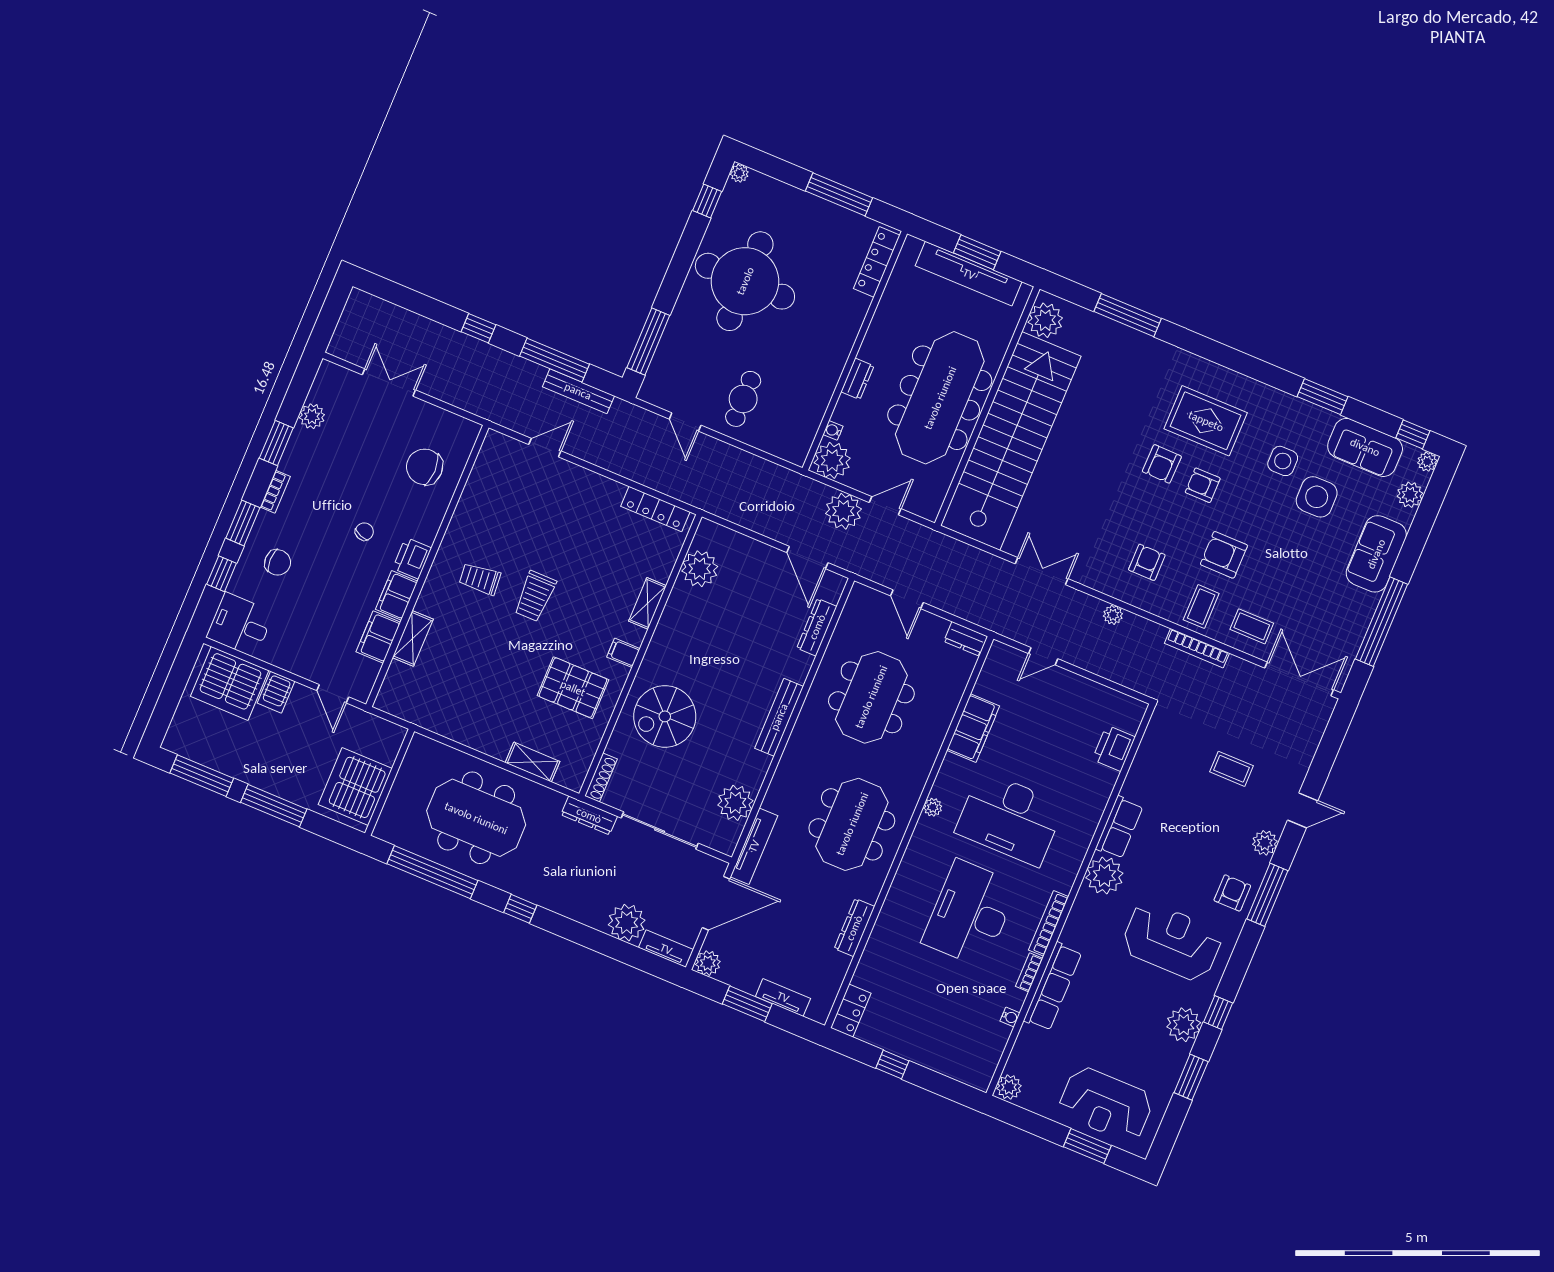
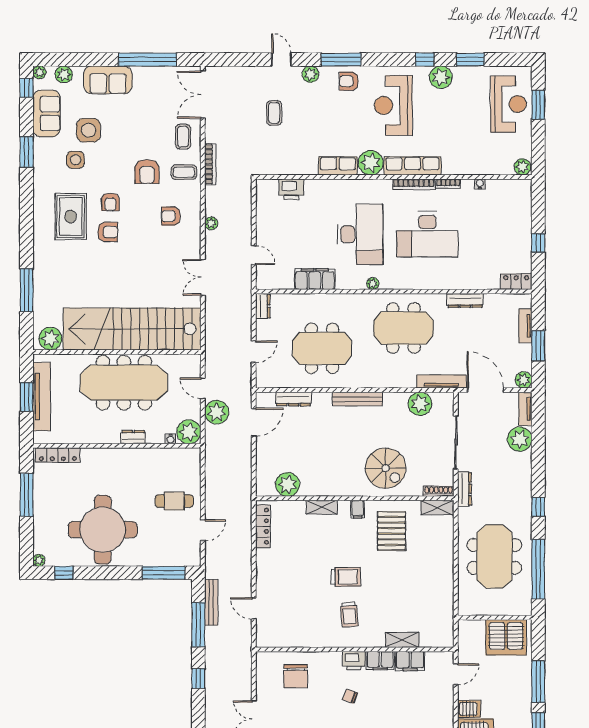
shelving: (532, 762) -> (438, 508), moved, turned 90
row of seats: (1053, 987) -> (413, 166), moved

